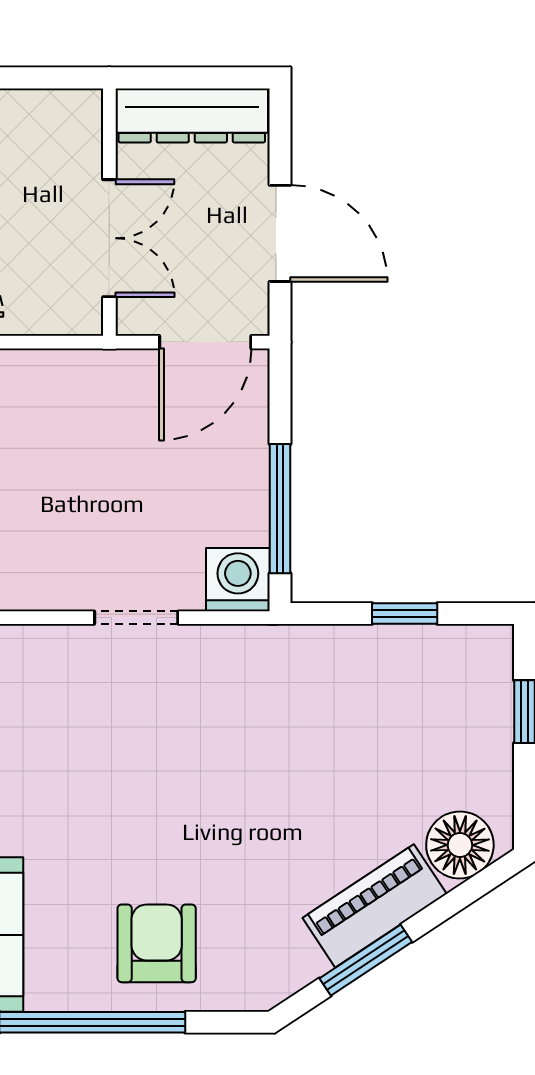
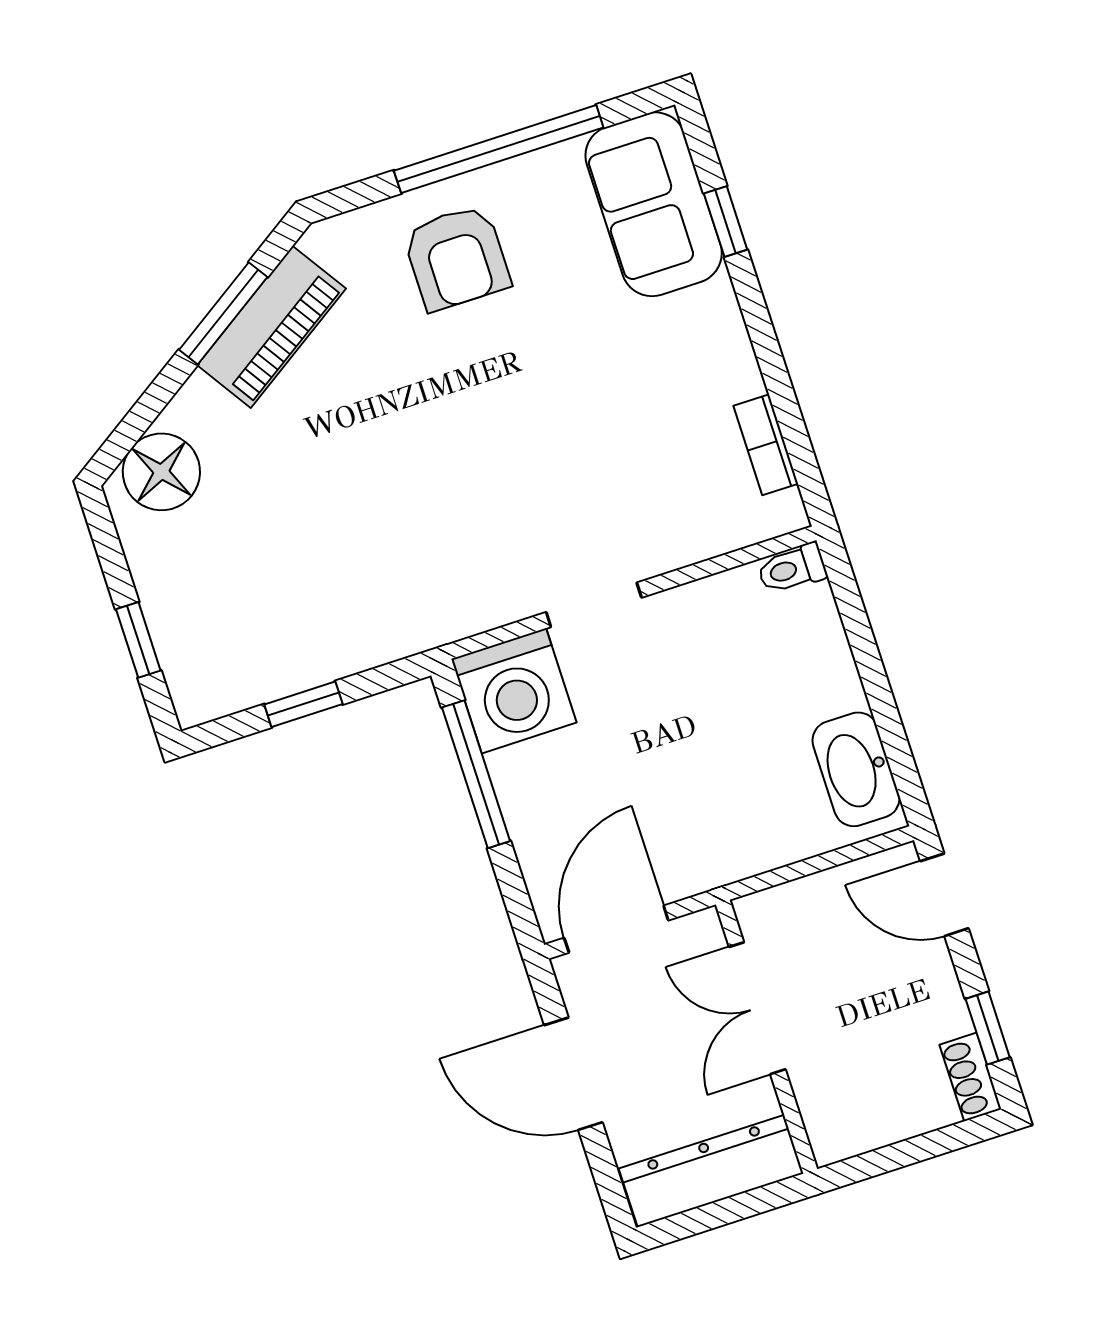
washing machine: (238, 580) -> (514, 691), width x1.37, depth x1.37
piano: (375, 906) -> (272, 327), moved

